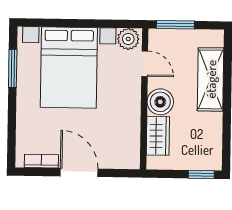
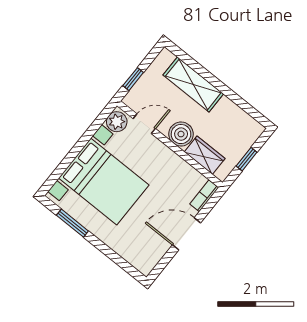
window: (175, 25) -> (133, 79), width x0.67
bookcase: (41, 161) -> (204, 196), moved
window: (201, 174) -> (247, 159), moved

